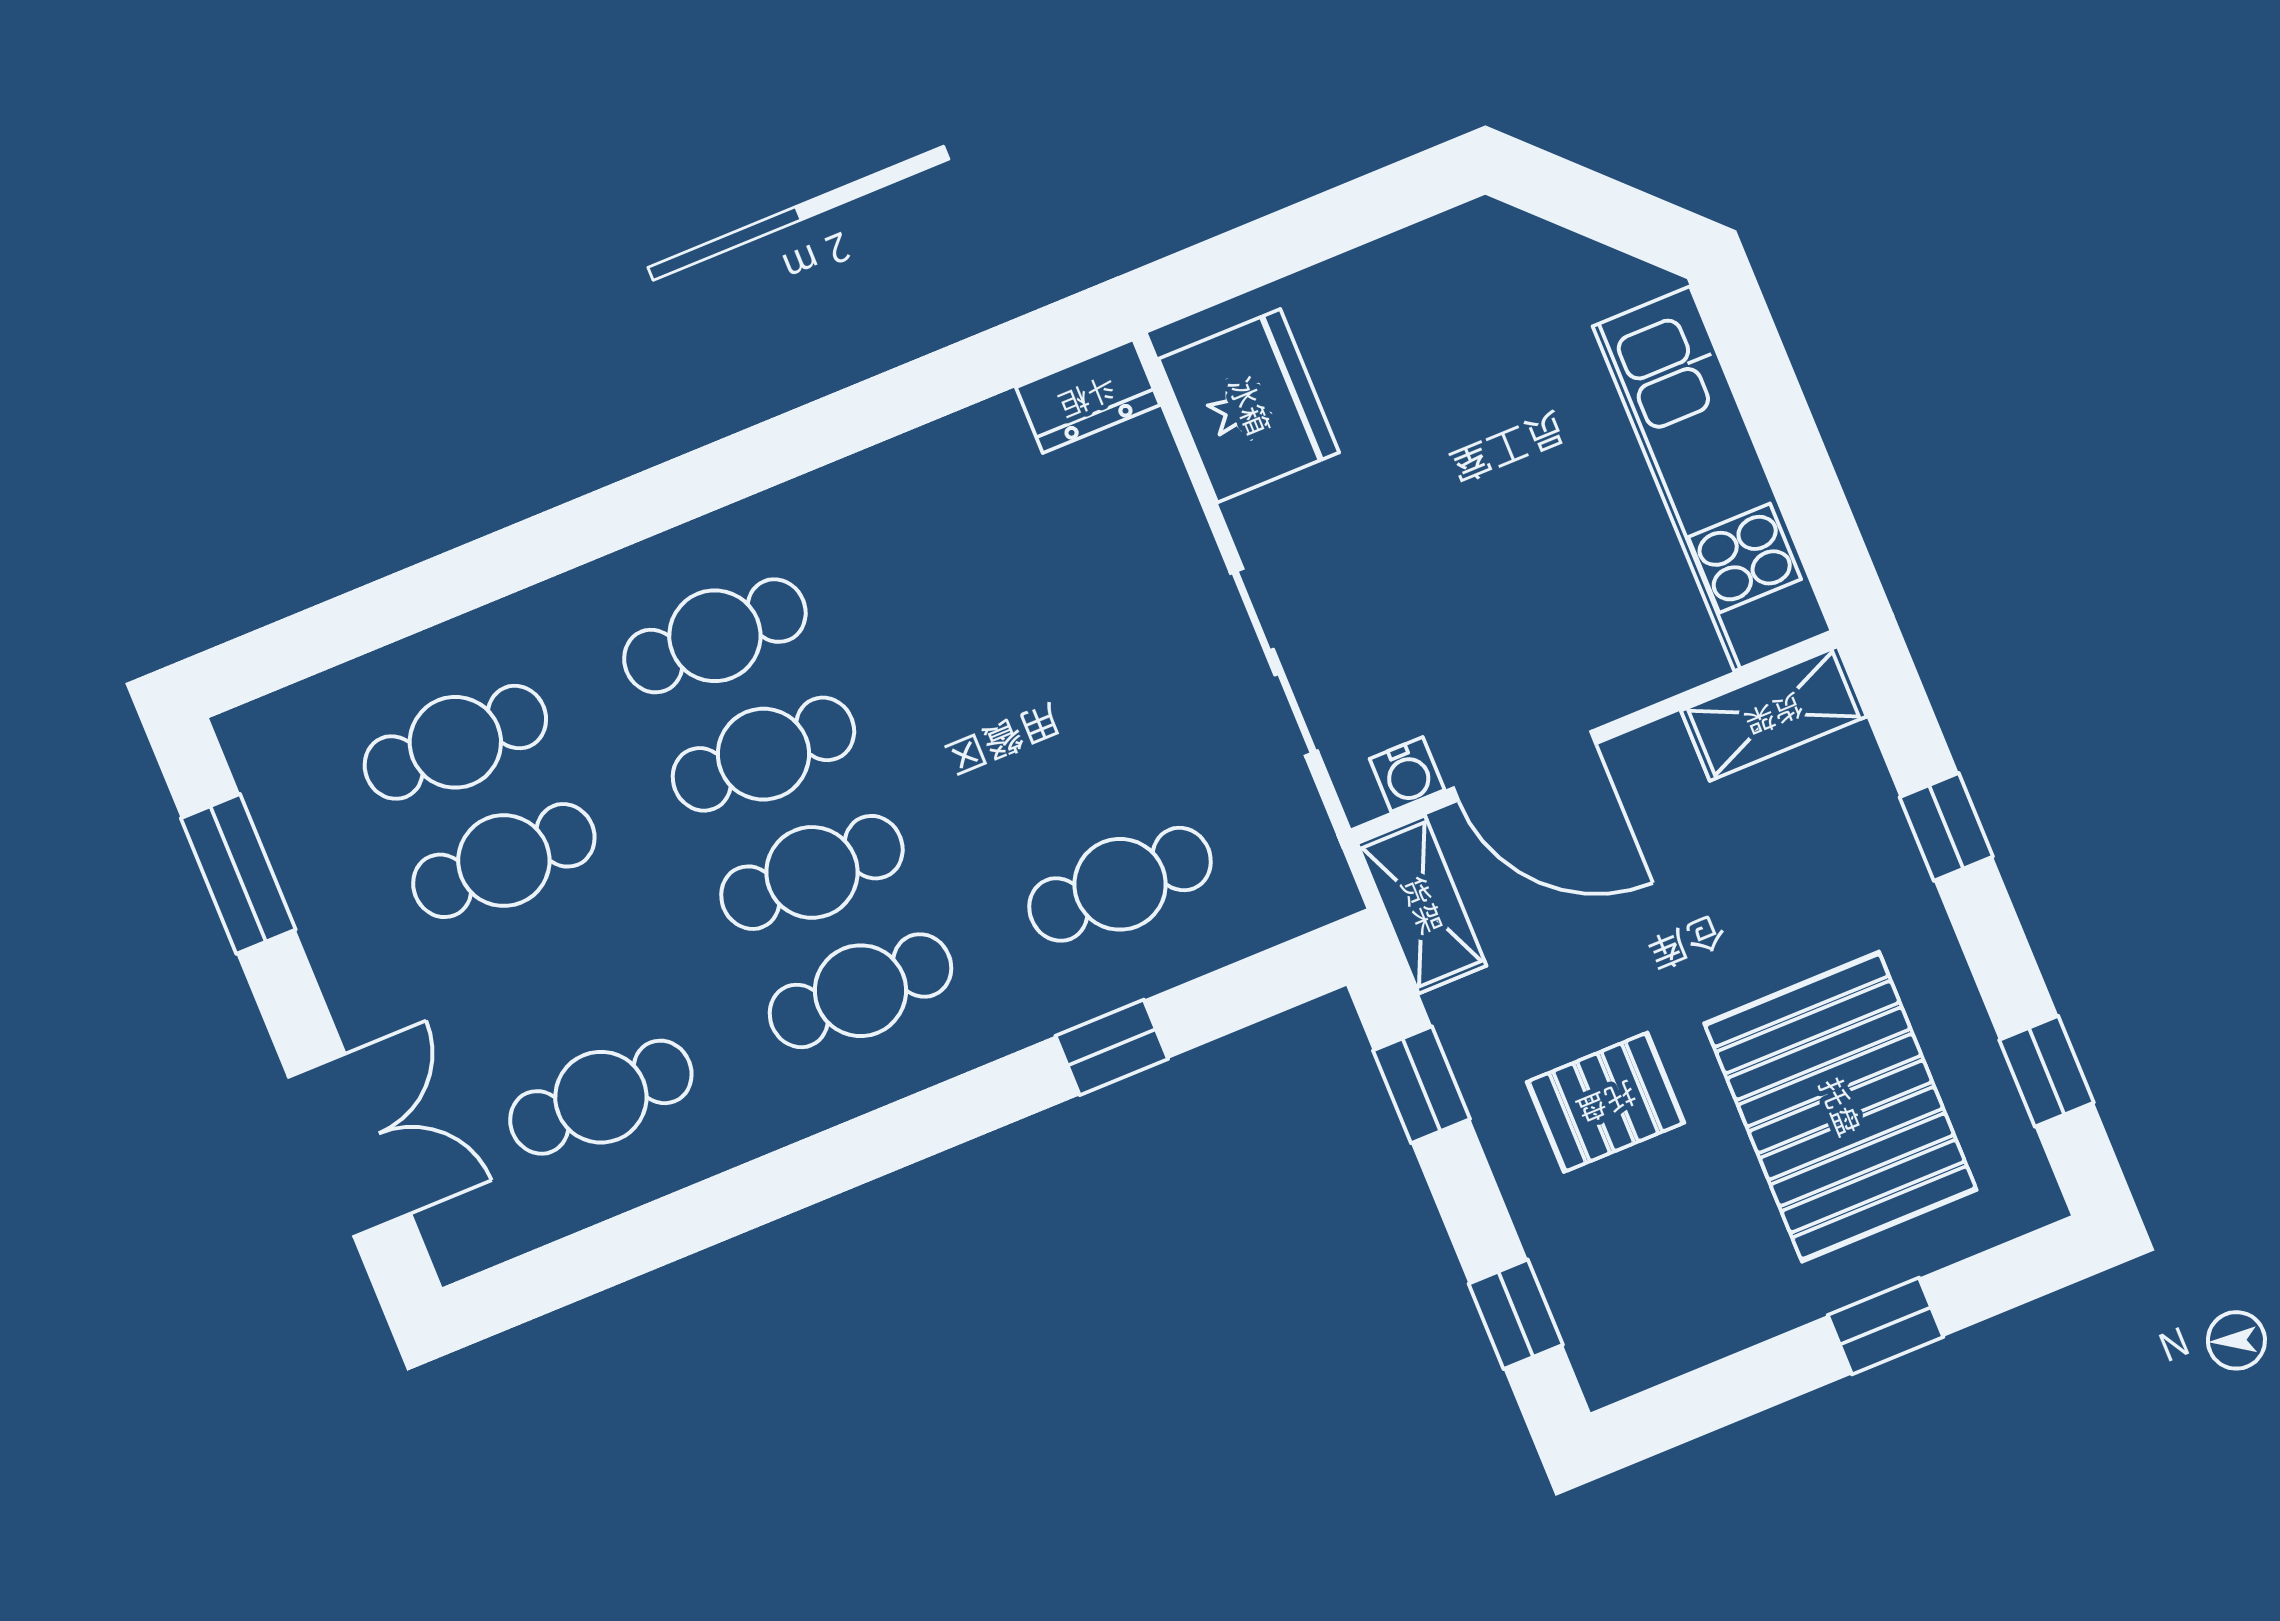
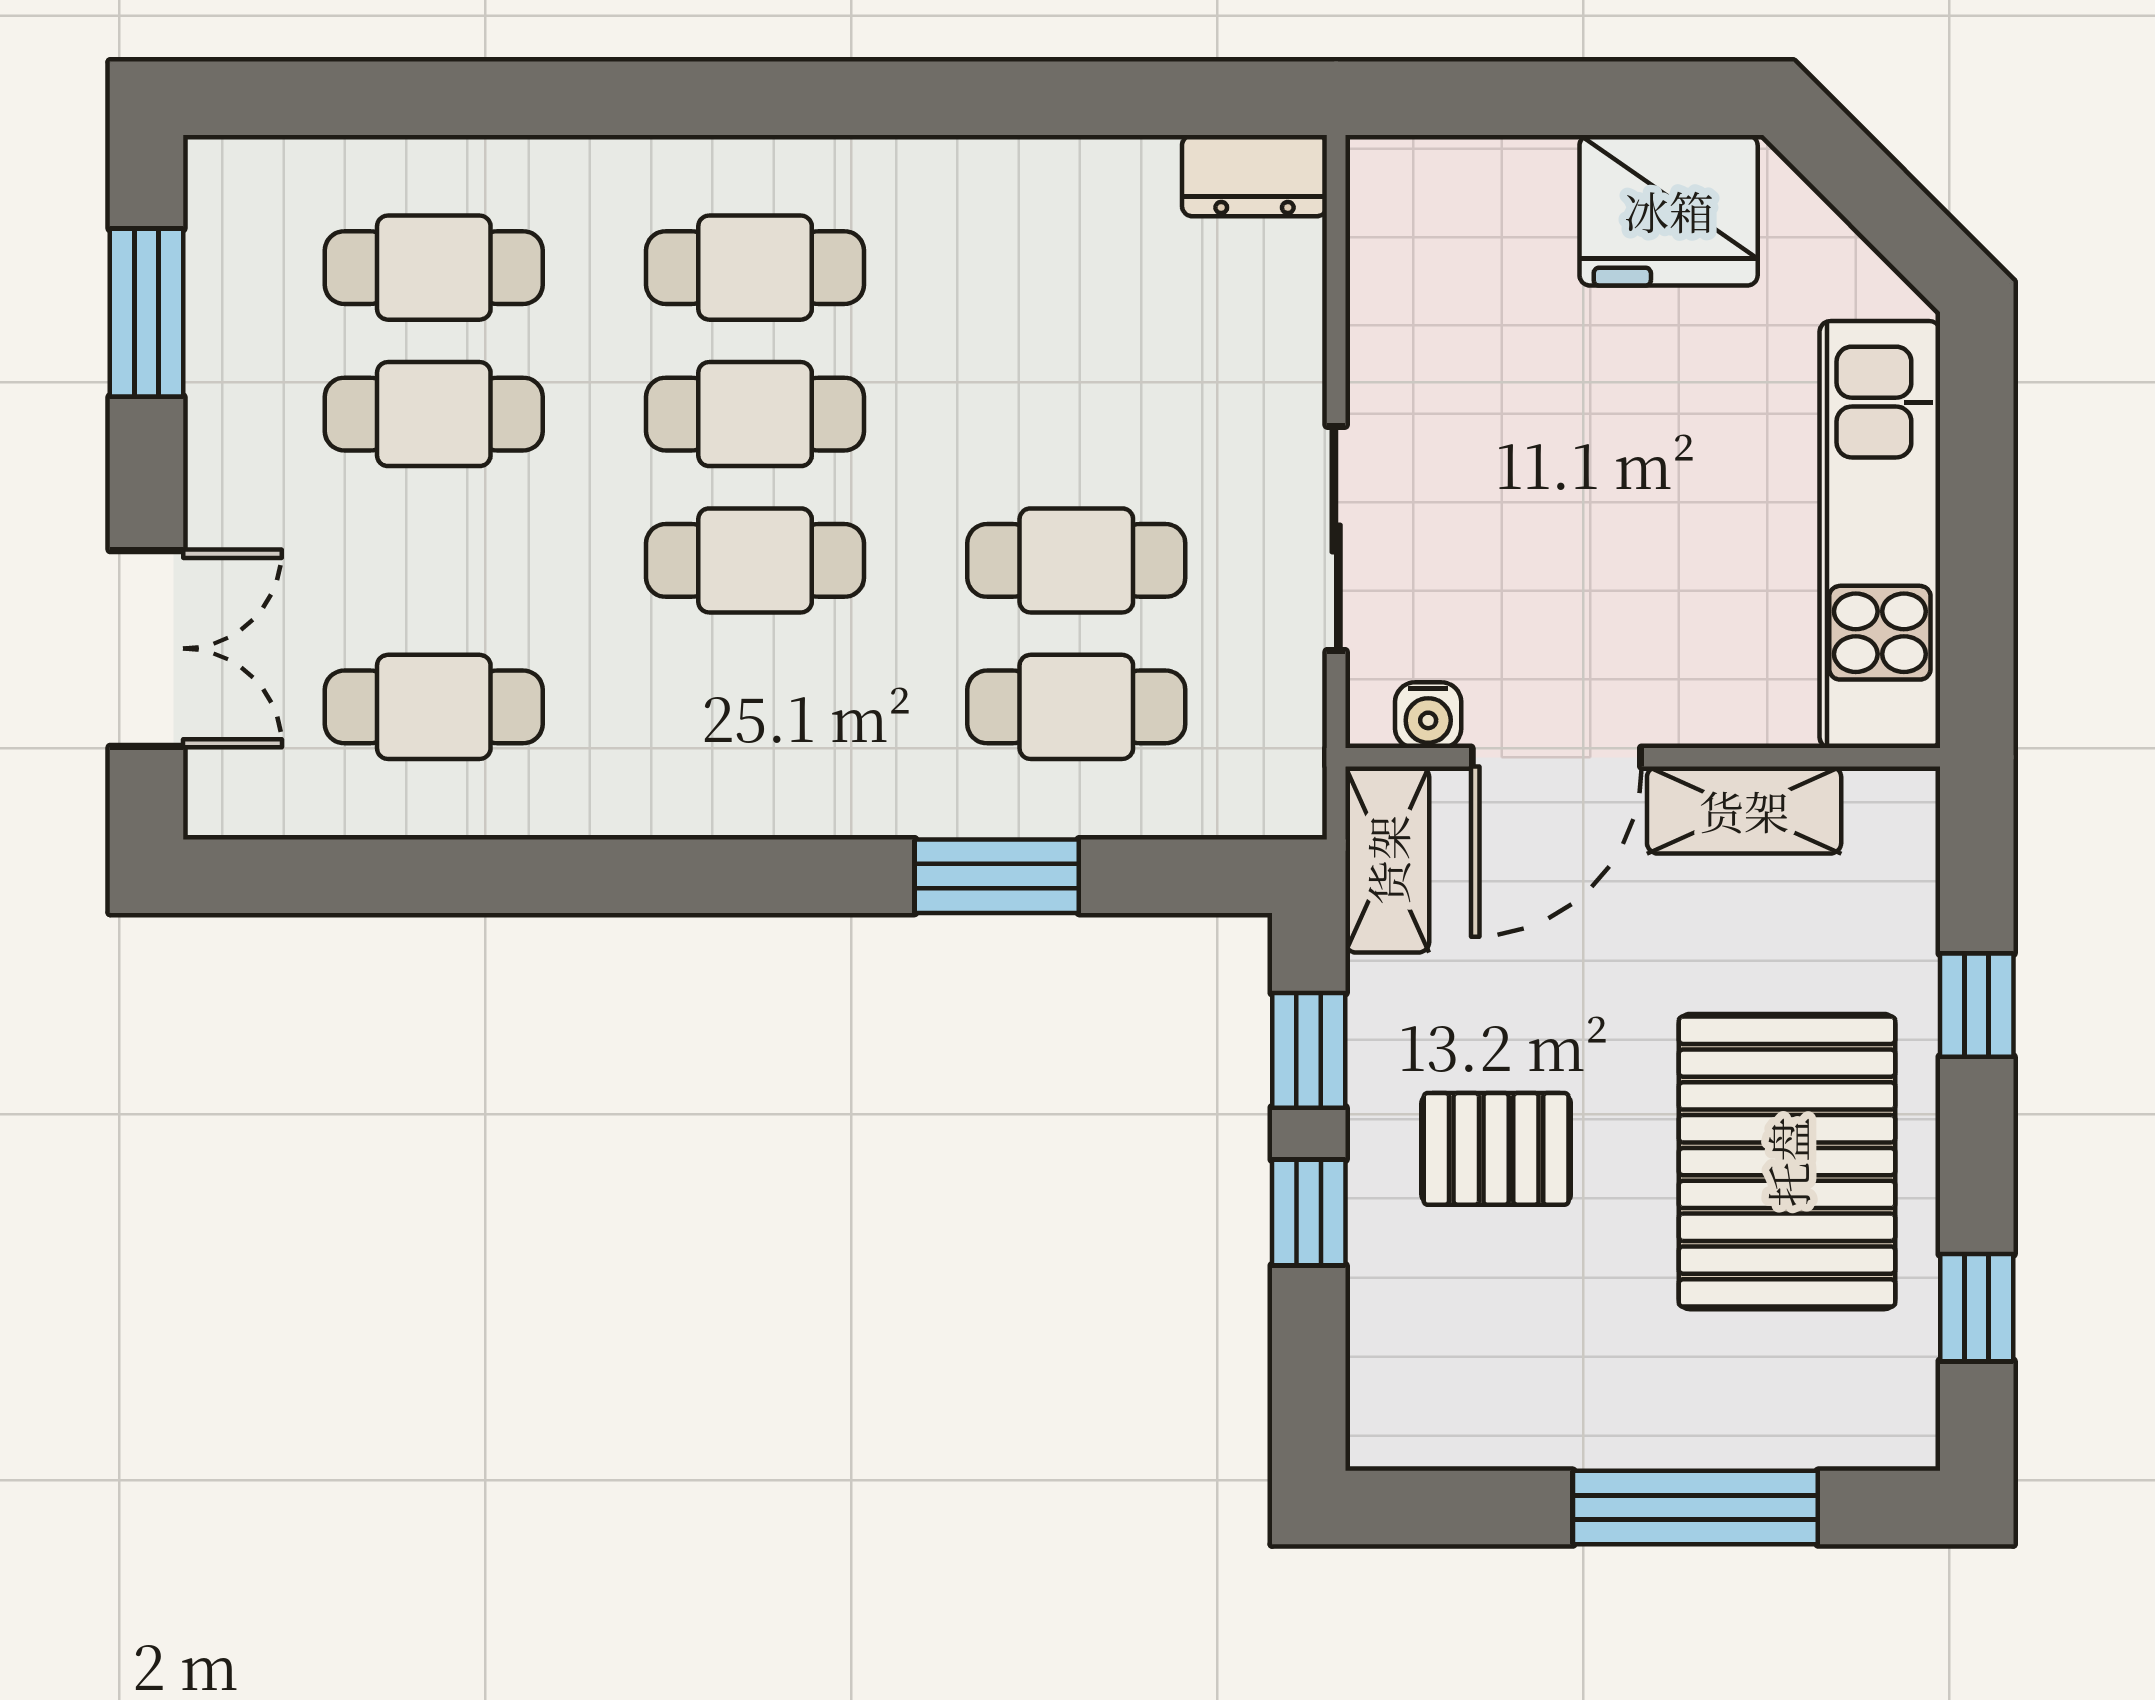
fridge: (1249, 406) -> (1669, 210), moved, turned 90
shelving: (1774, 714) -> (1744, 810), moved
door: (1524, 766) -> (1556, 757), hinge flipped
cafe table: (860, 991) -> (1076, 560), moved
window: (1112, 1047) -> (997, 876), width x1.50
pallet: (1840, 1107) -> (1787, 1162), moved
window: (1516, 1314) -> (1309, 1213), moved
window: (1886, 1326) -> (1695, 1508), width x2.17

